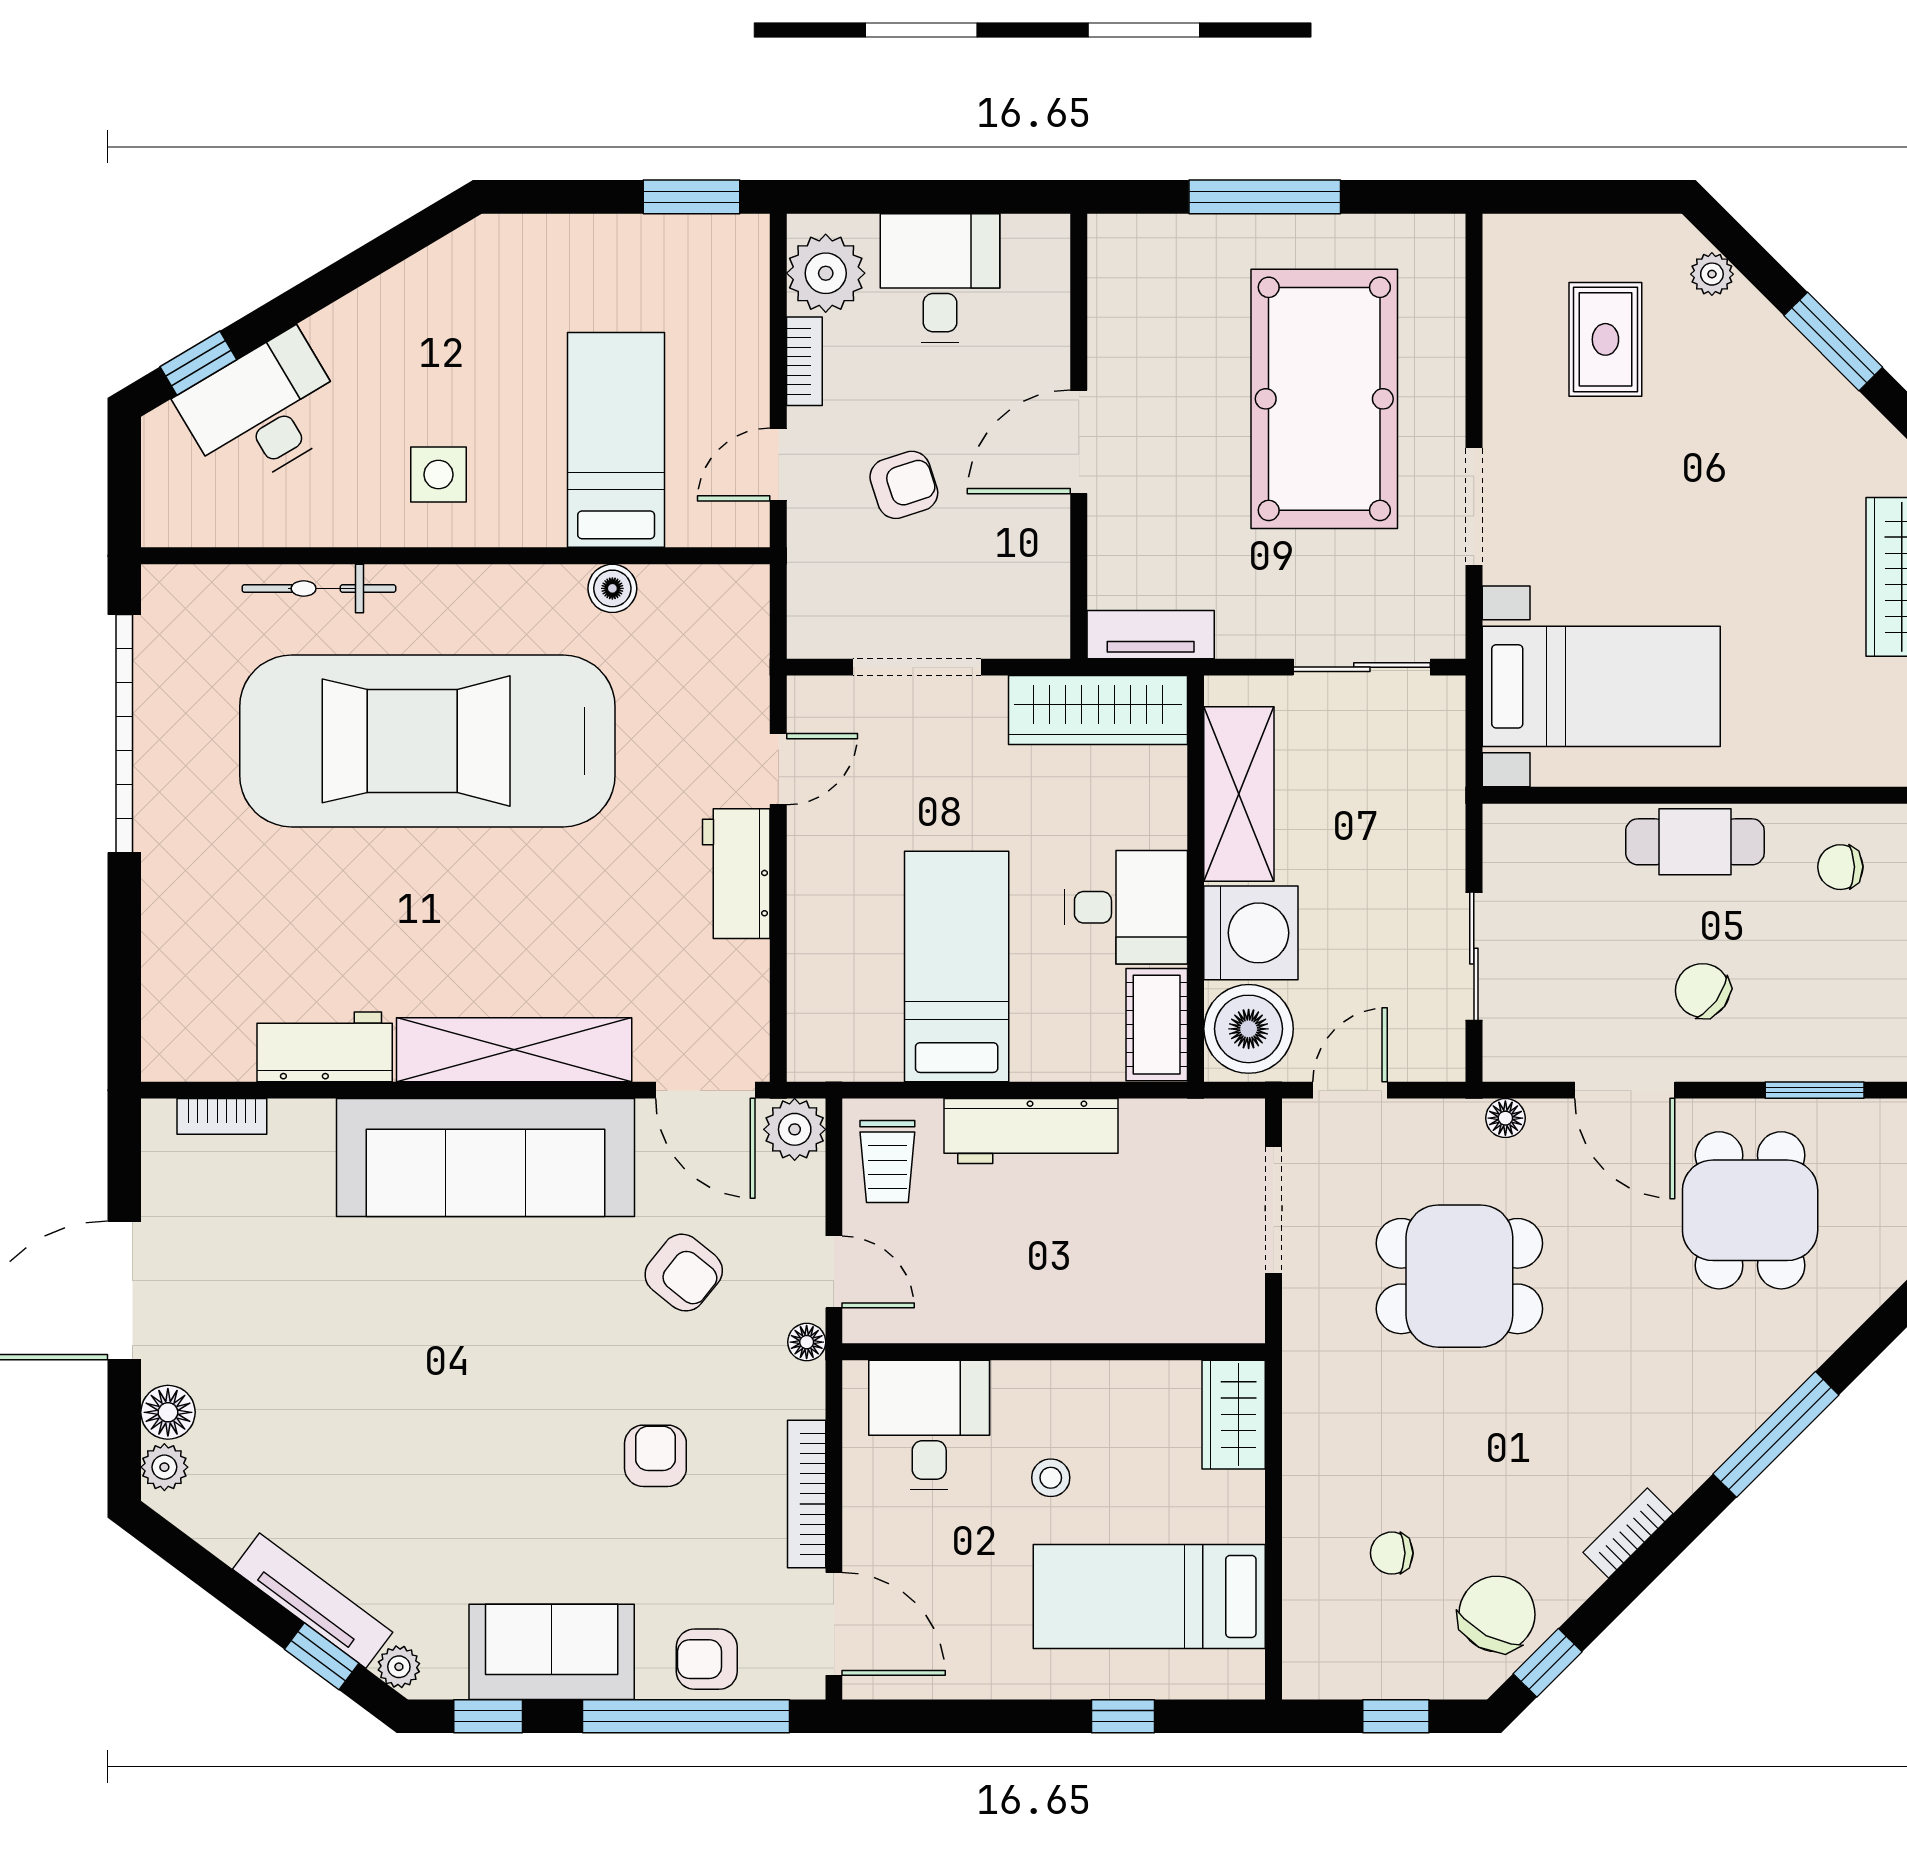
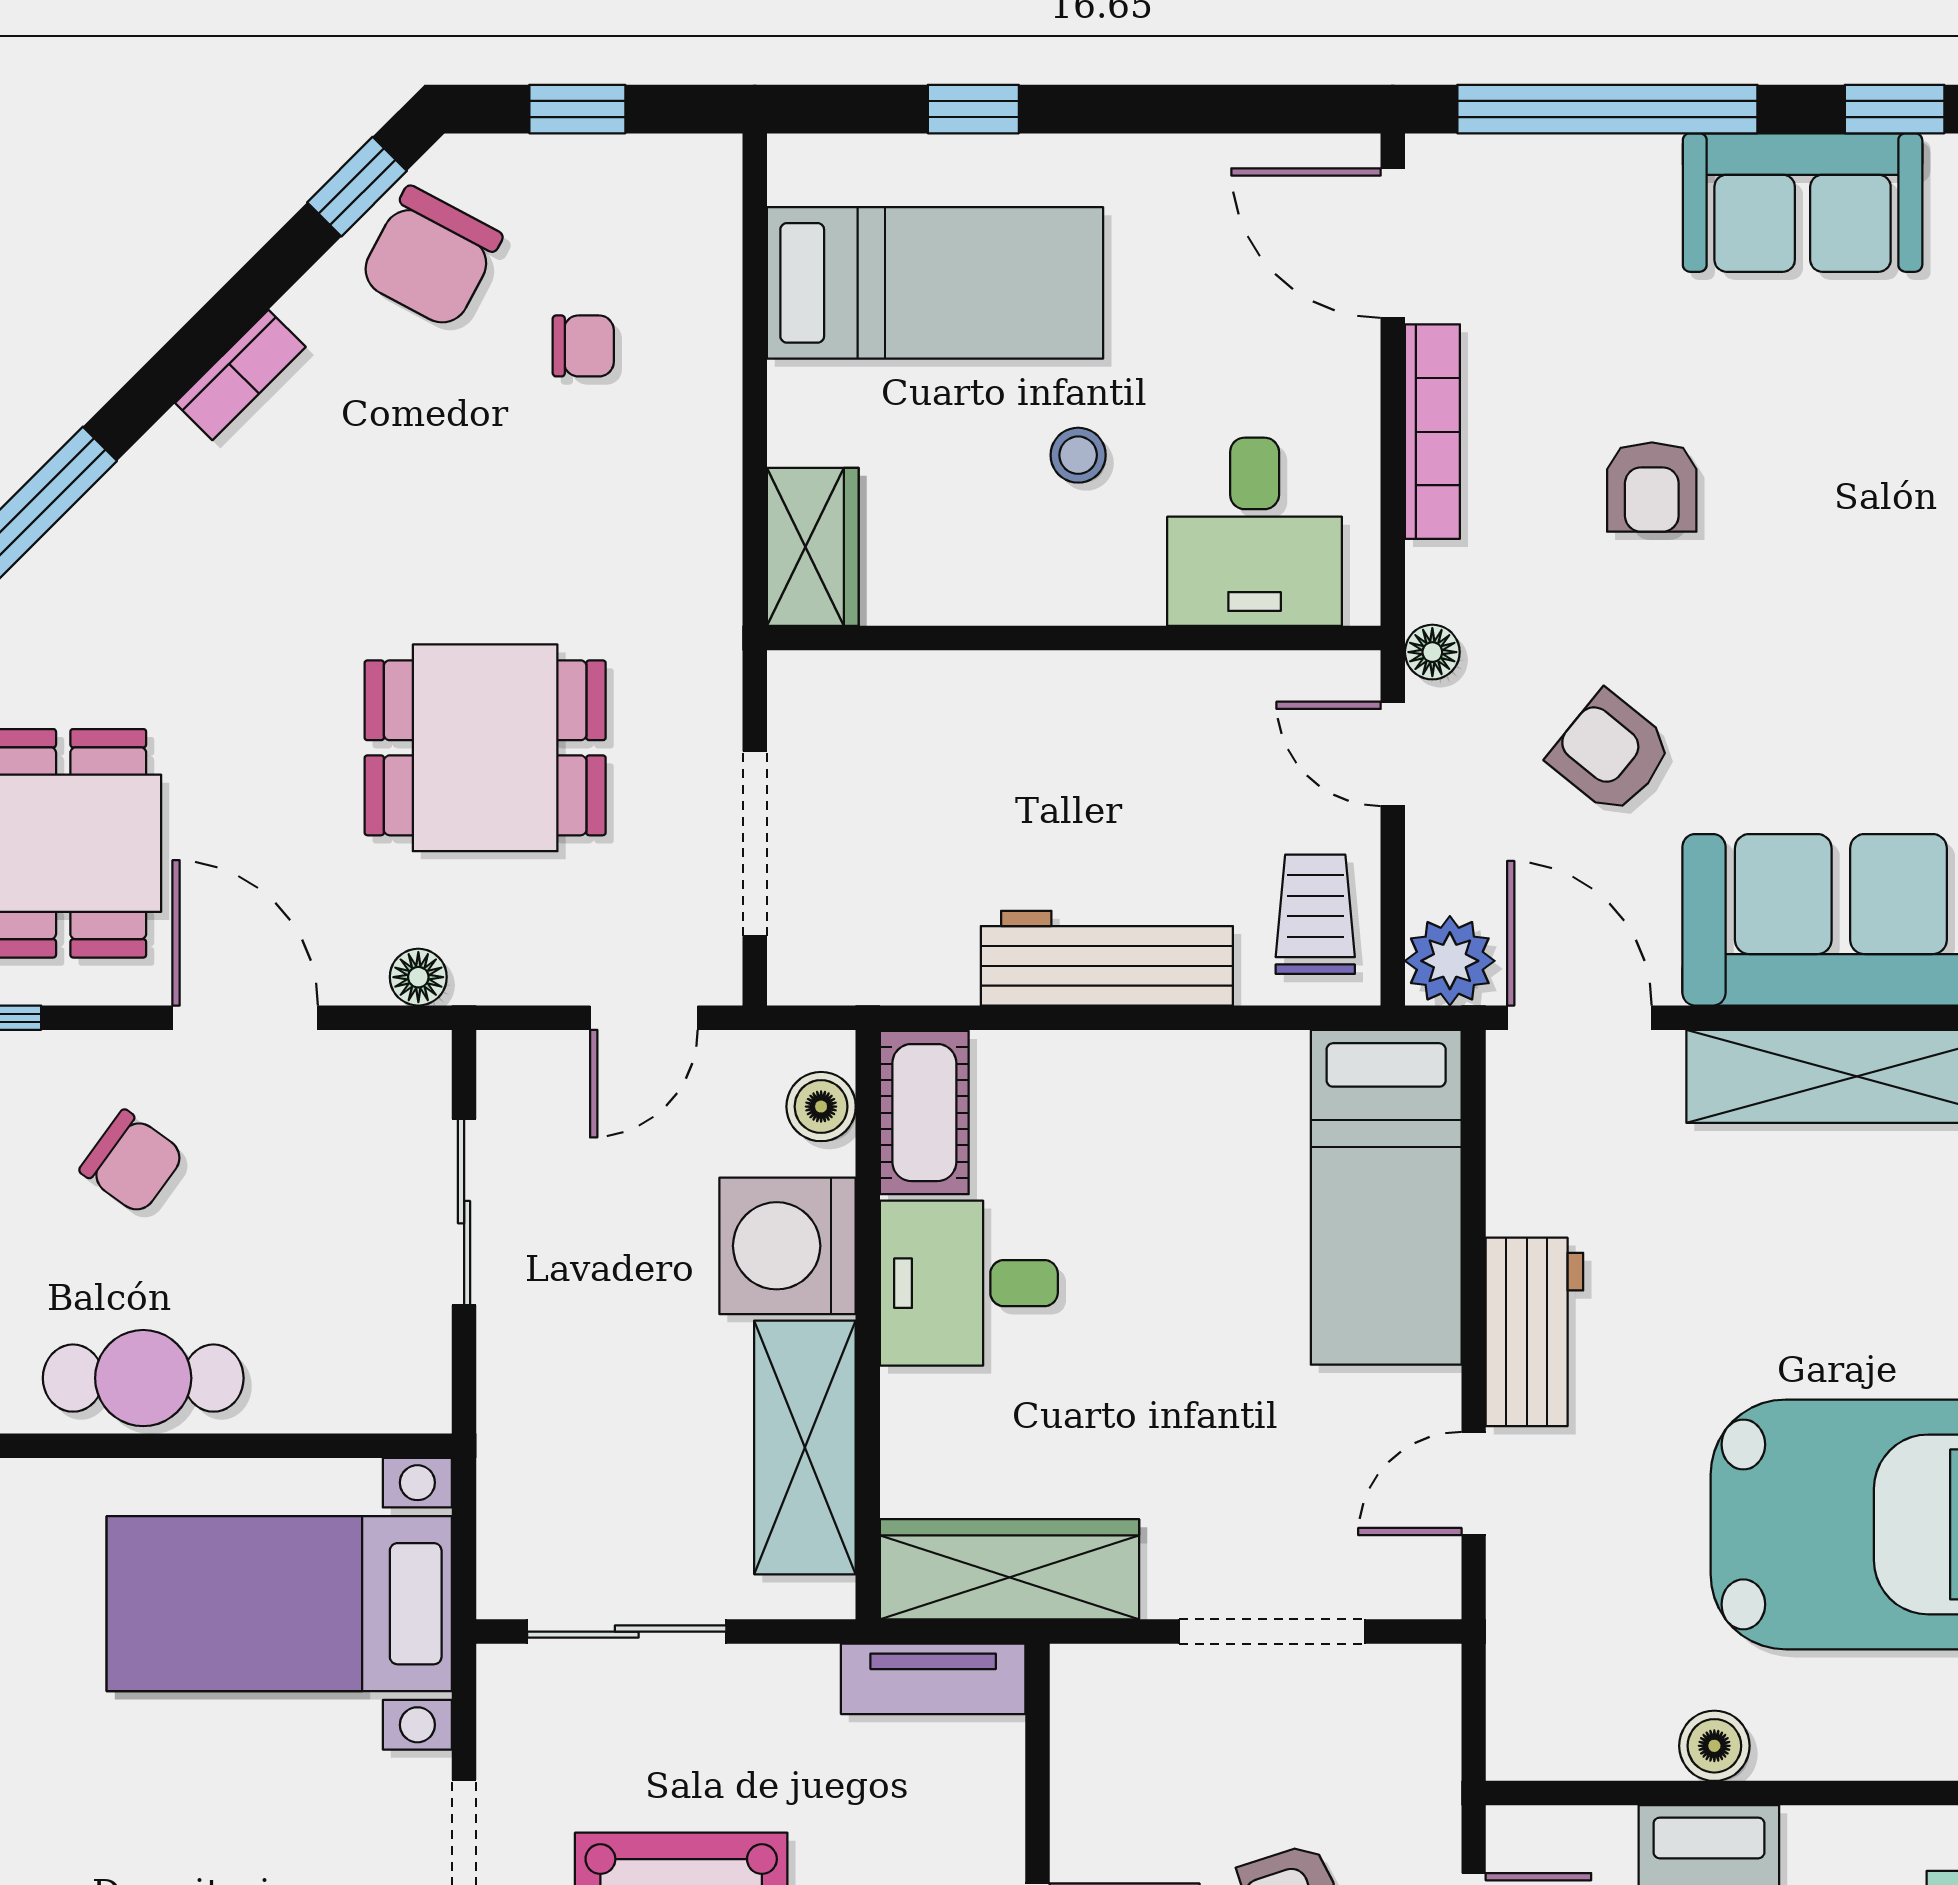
bed: (957, 966) -> (1386, 1197), moved
boiler: (1249, 1029) -> (821, 1107), width x0.54, depth x0.54
armchair: (707, 1659) -> (1577, 192), removed

